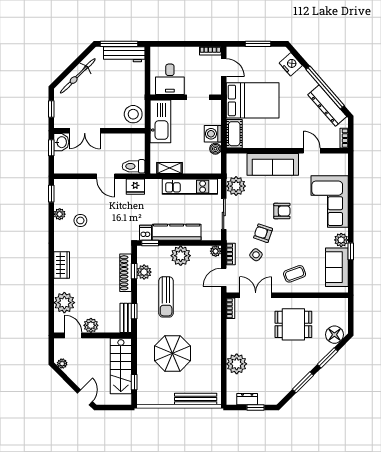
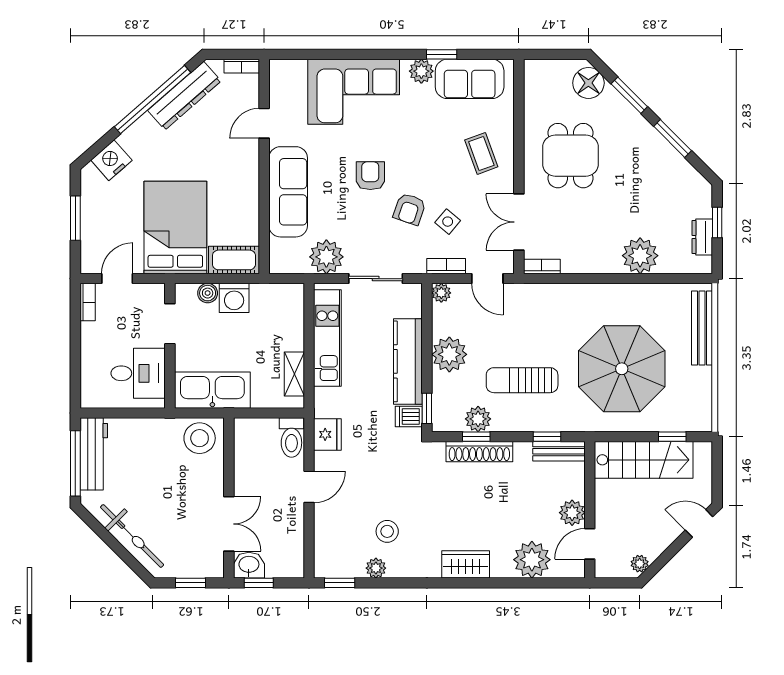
boiler: (215, 149) -> (208, 293), moved
sun lounger: (166, 297) -> (522, 380), turned 180
parasol: (173, 353) -> (622, 369), width x1.36, depth x1.36

